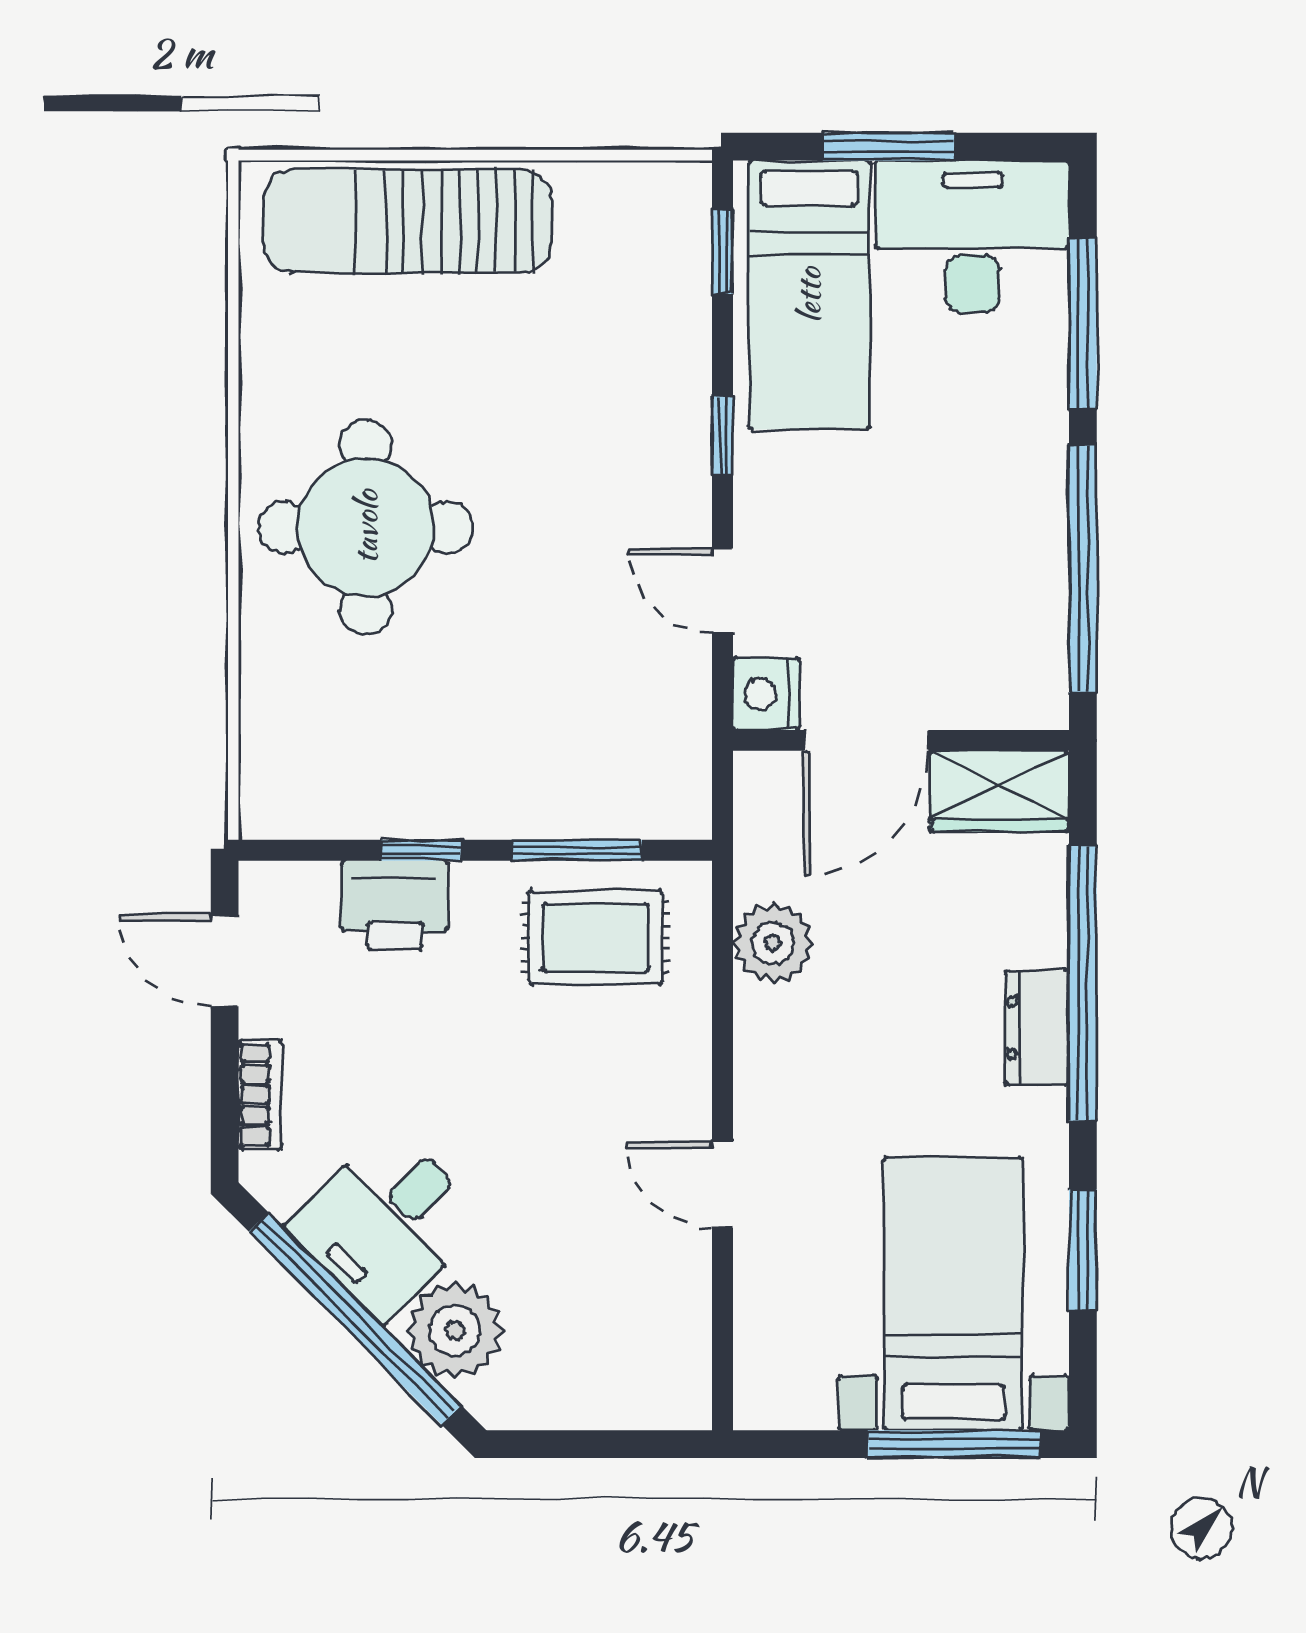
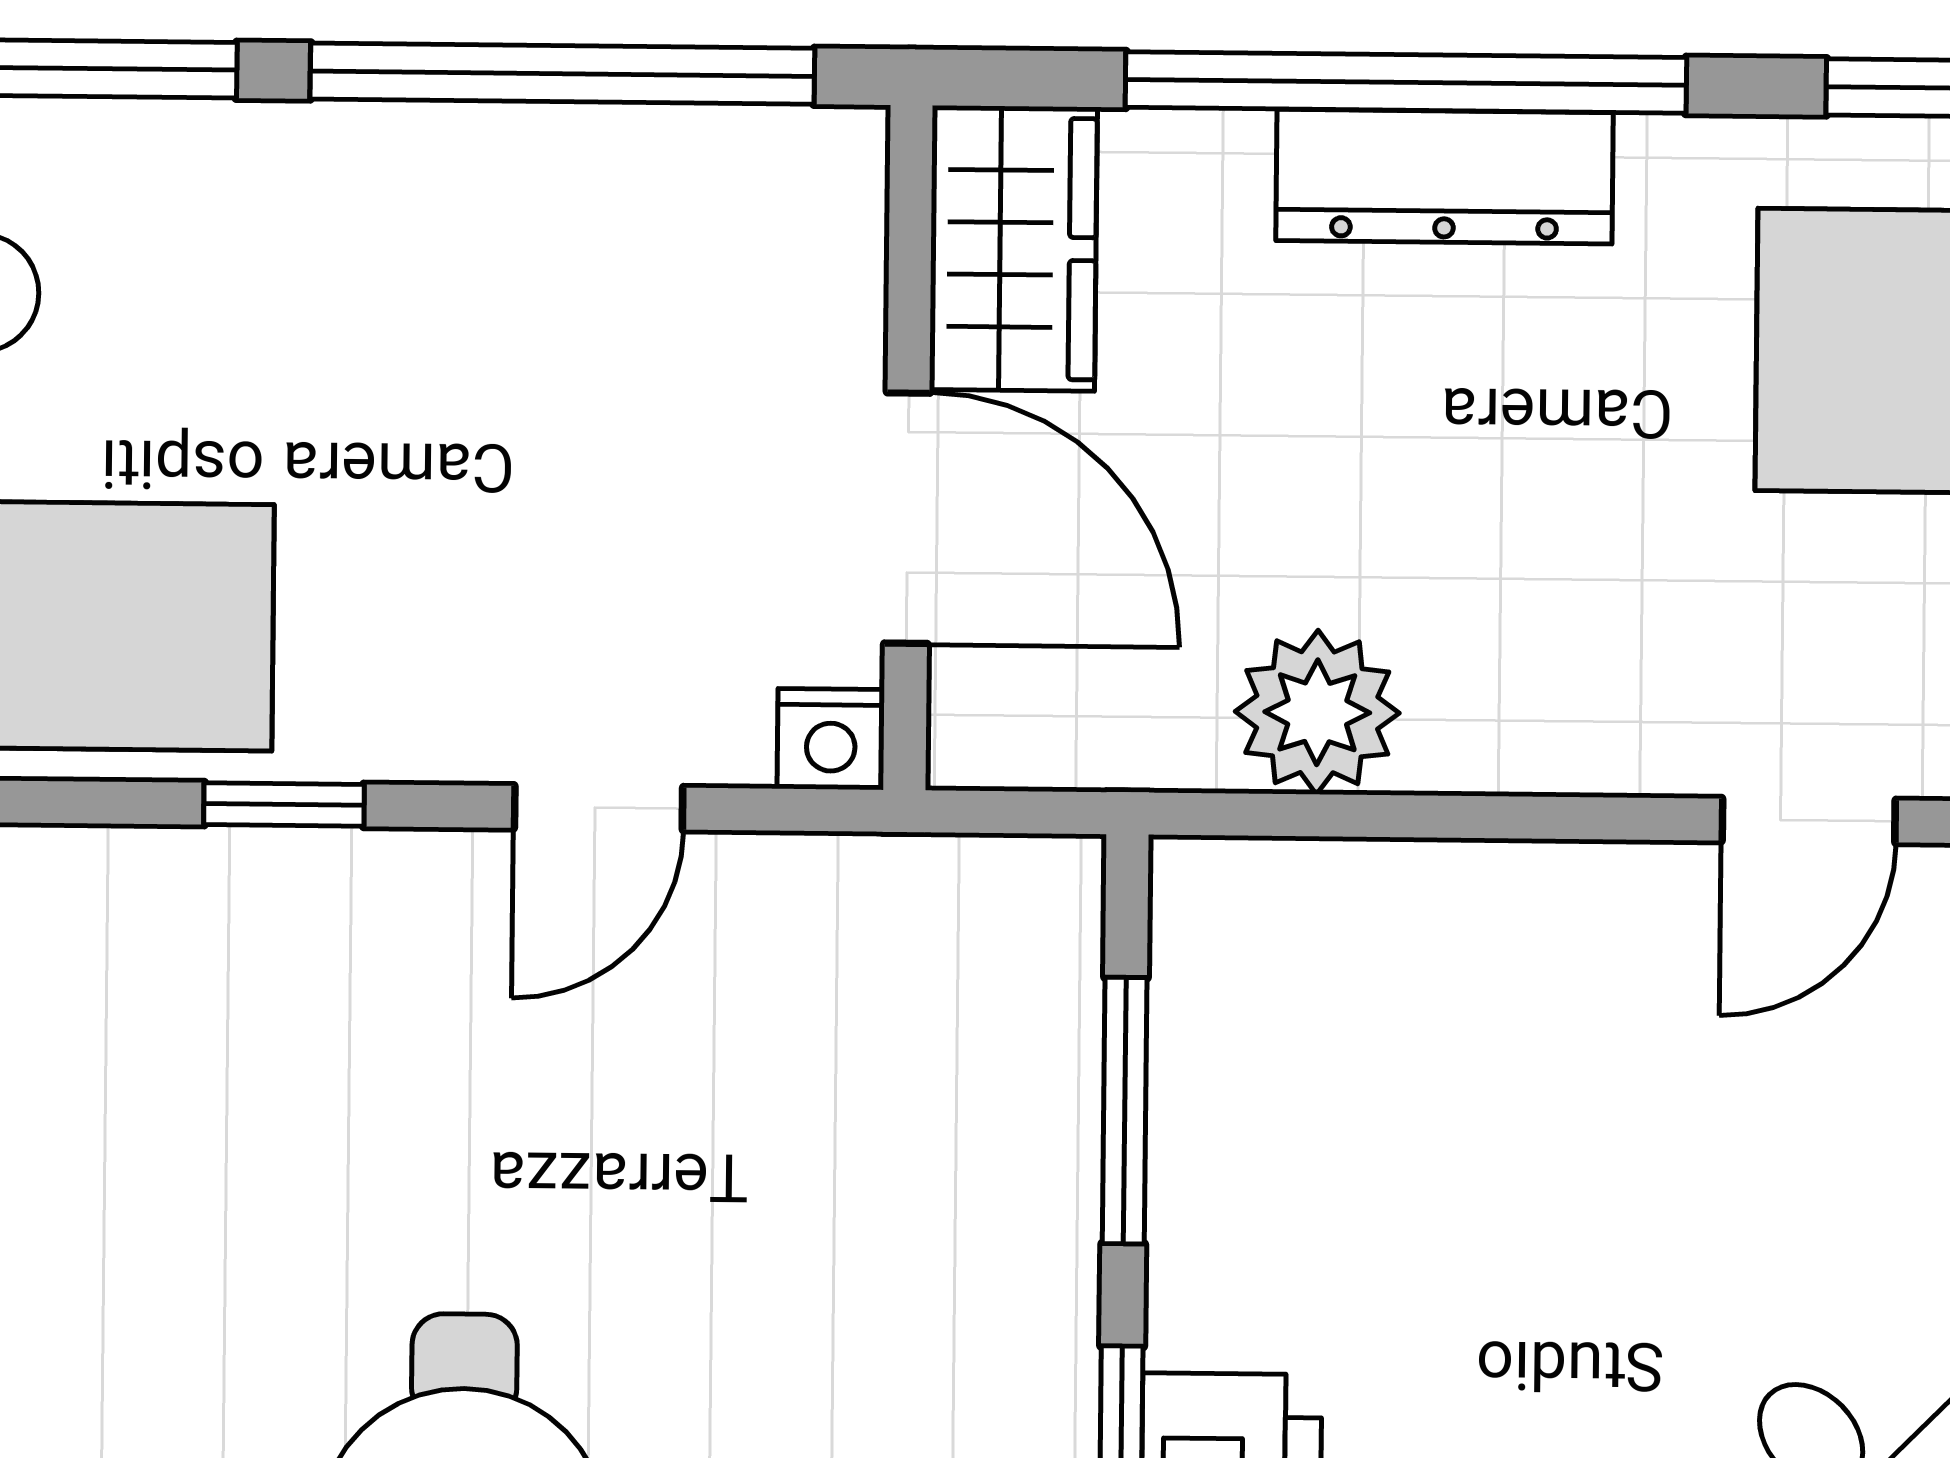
nightstand: (766, 694) -> (831, 739), width x0.72, depth x0.74
rug: (596, 937) -> (1303, 1074), removed
dresser: (1037, 1028) -> (1445, 177), width x1.44

